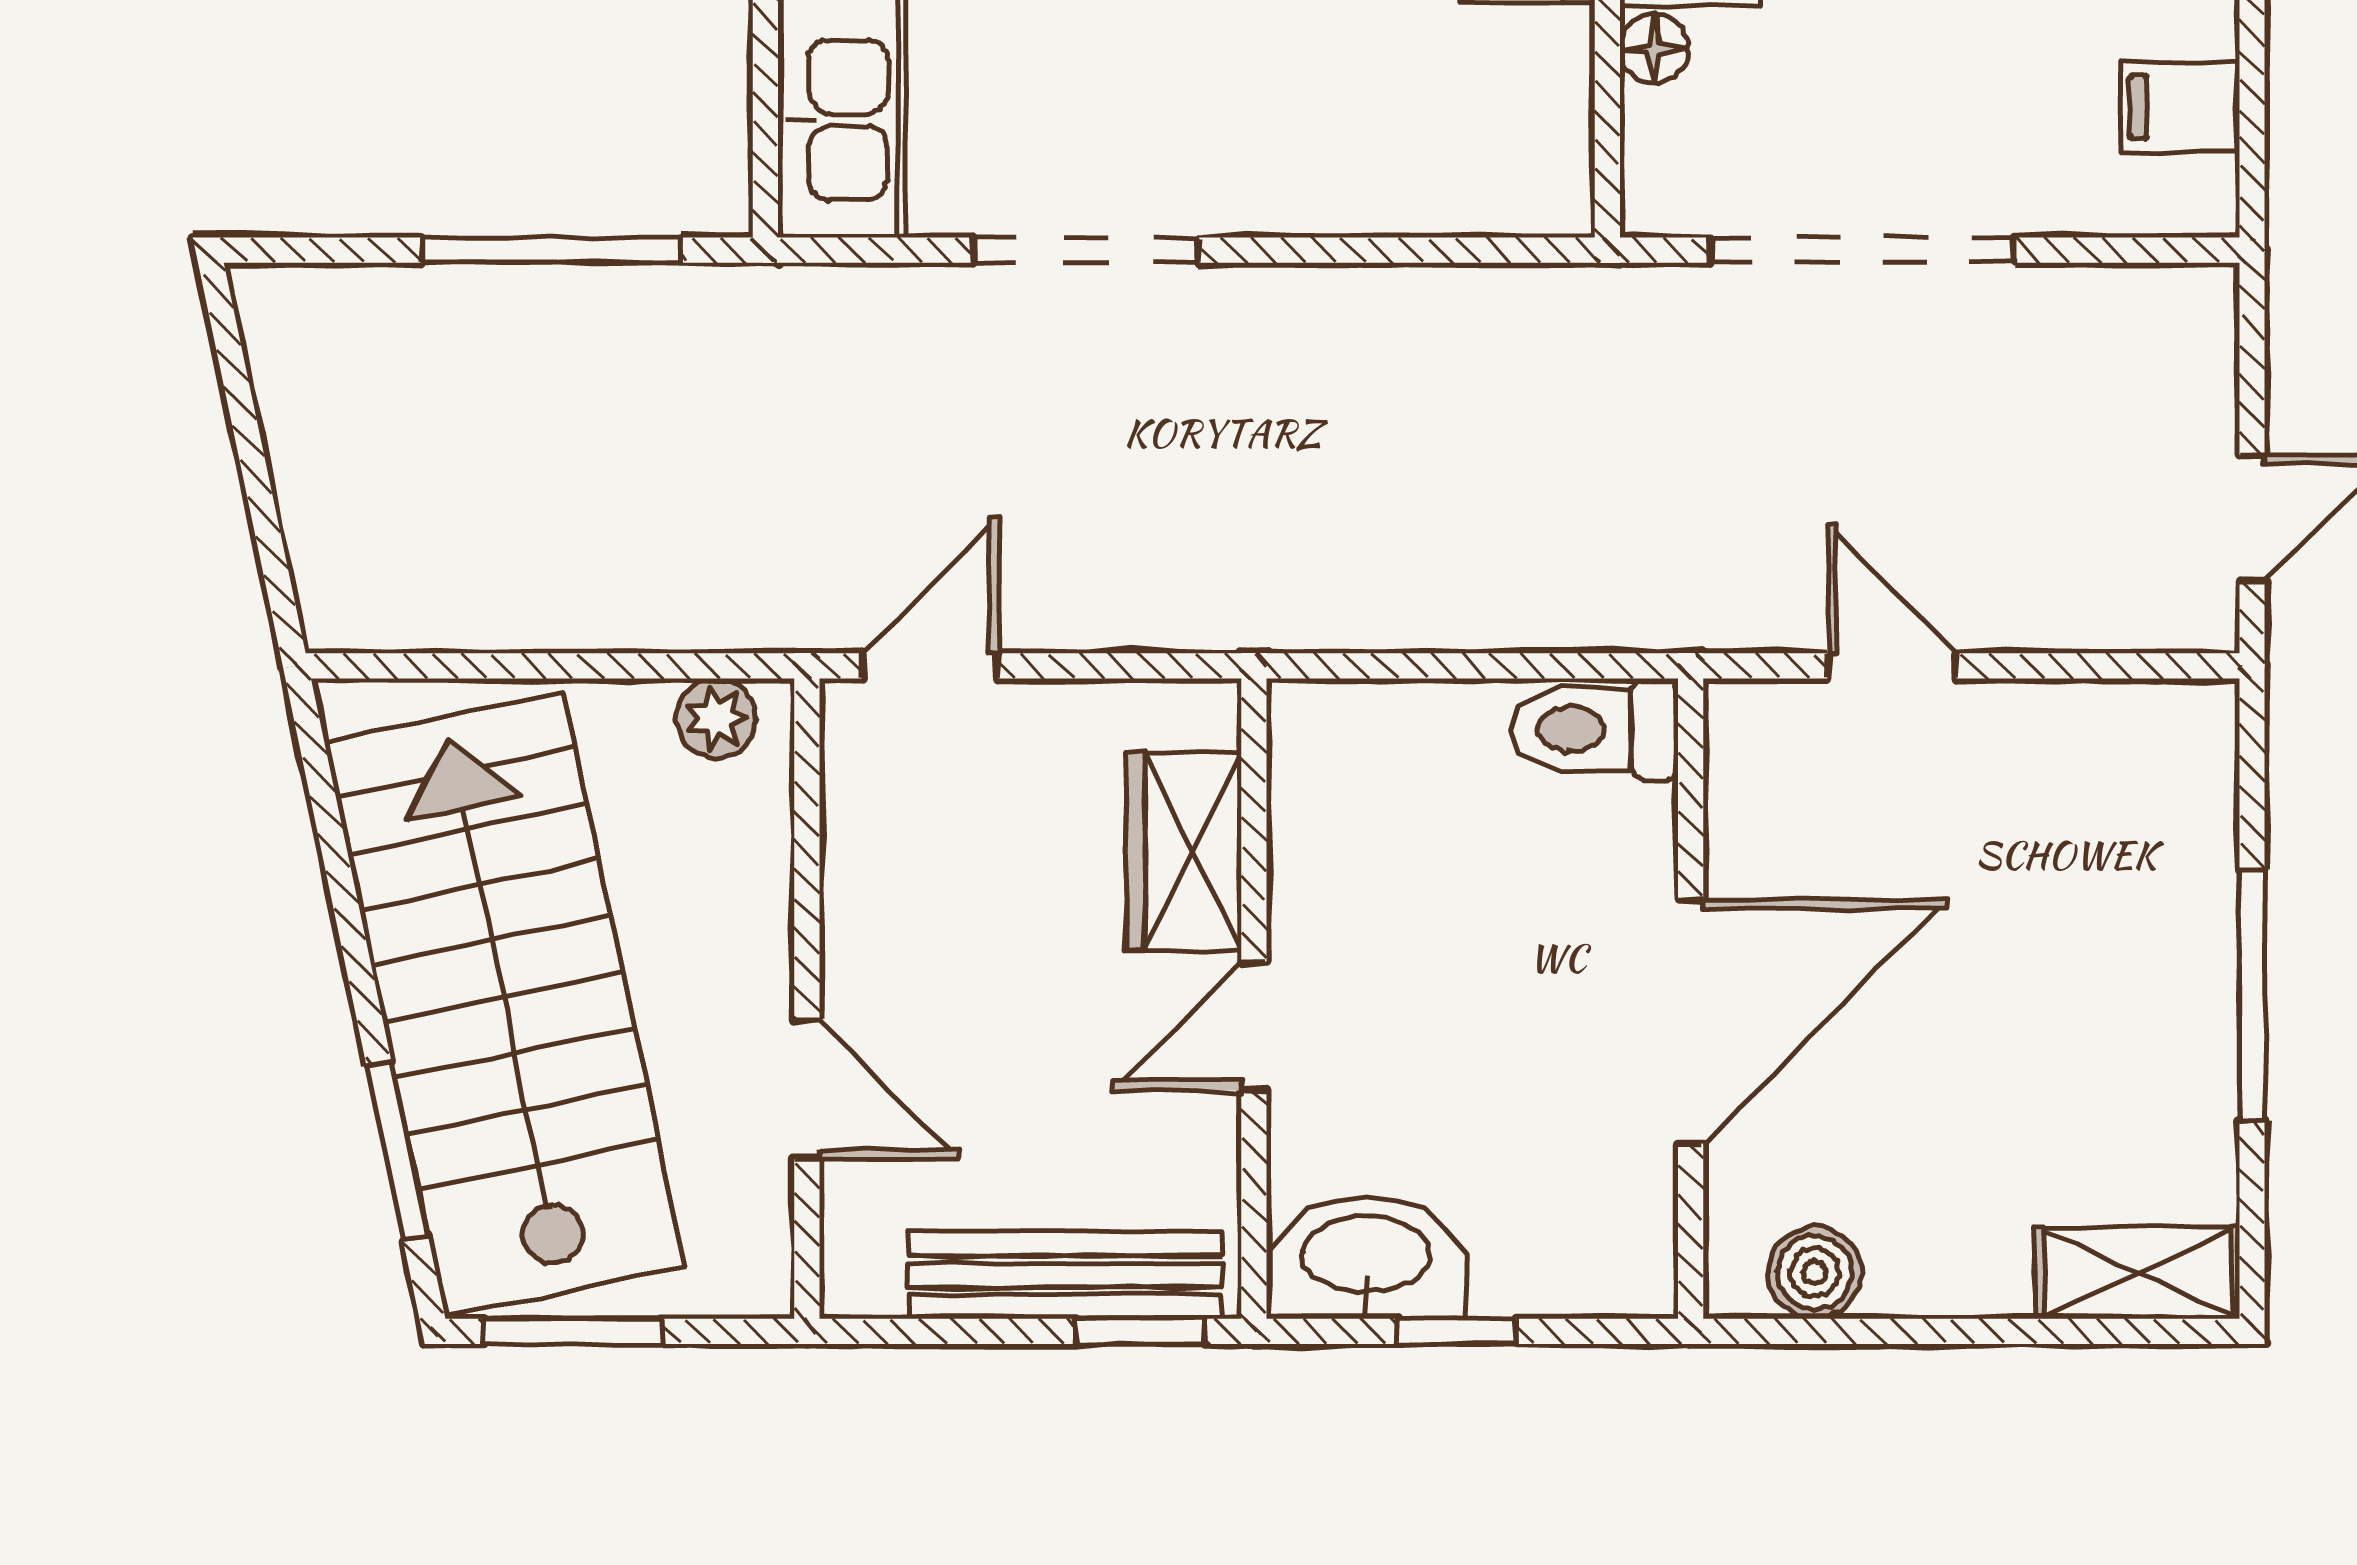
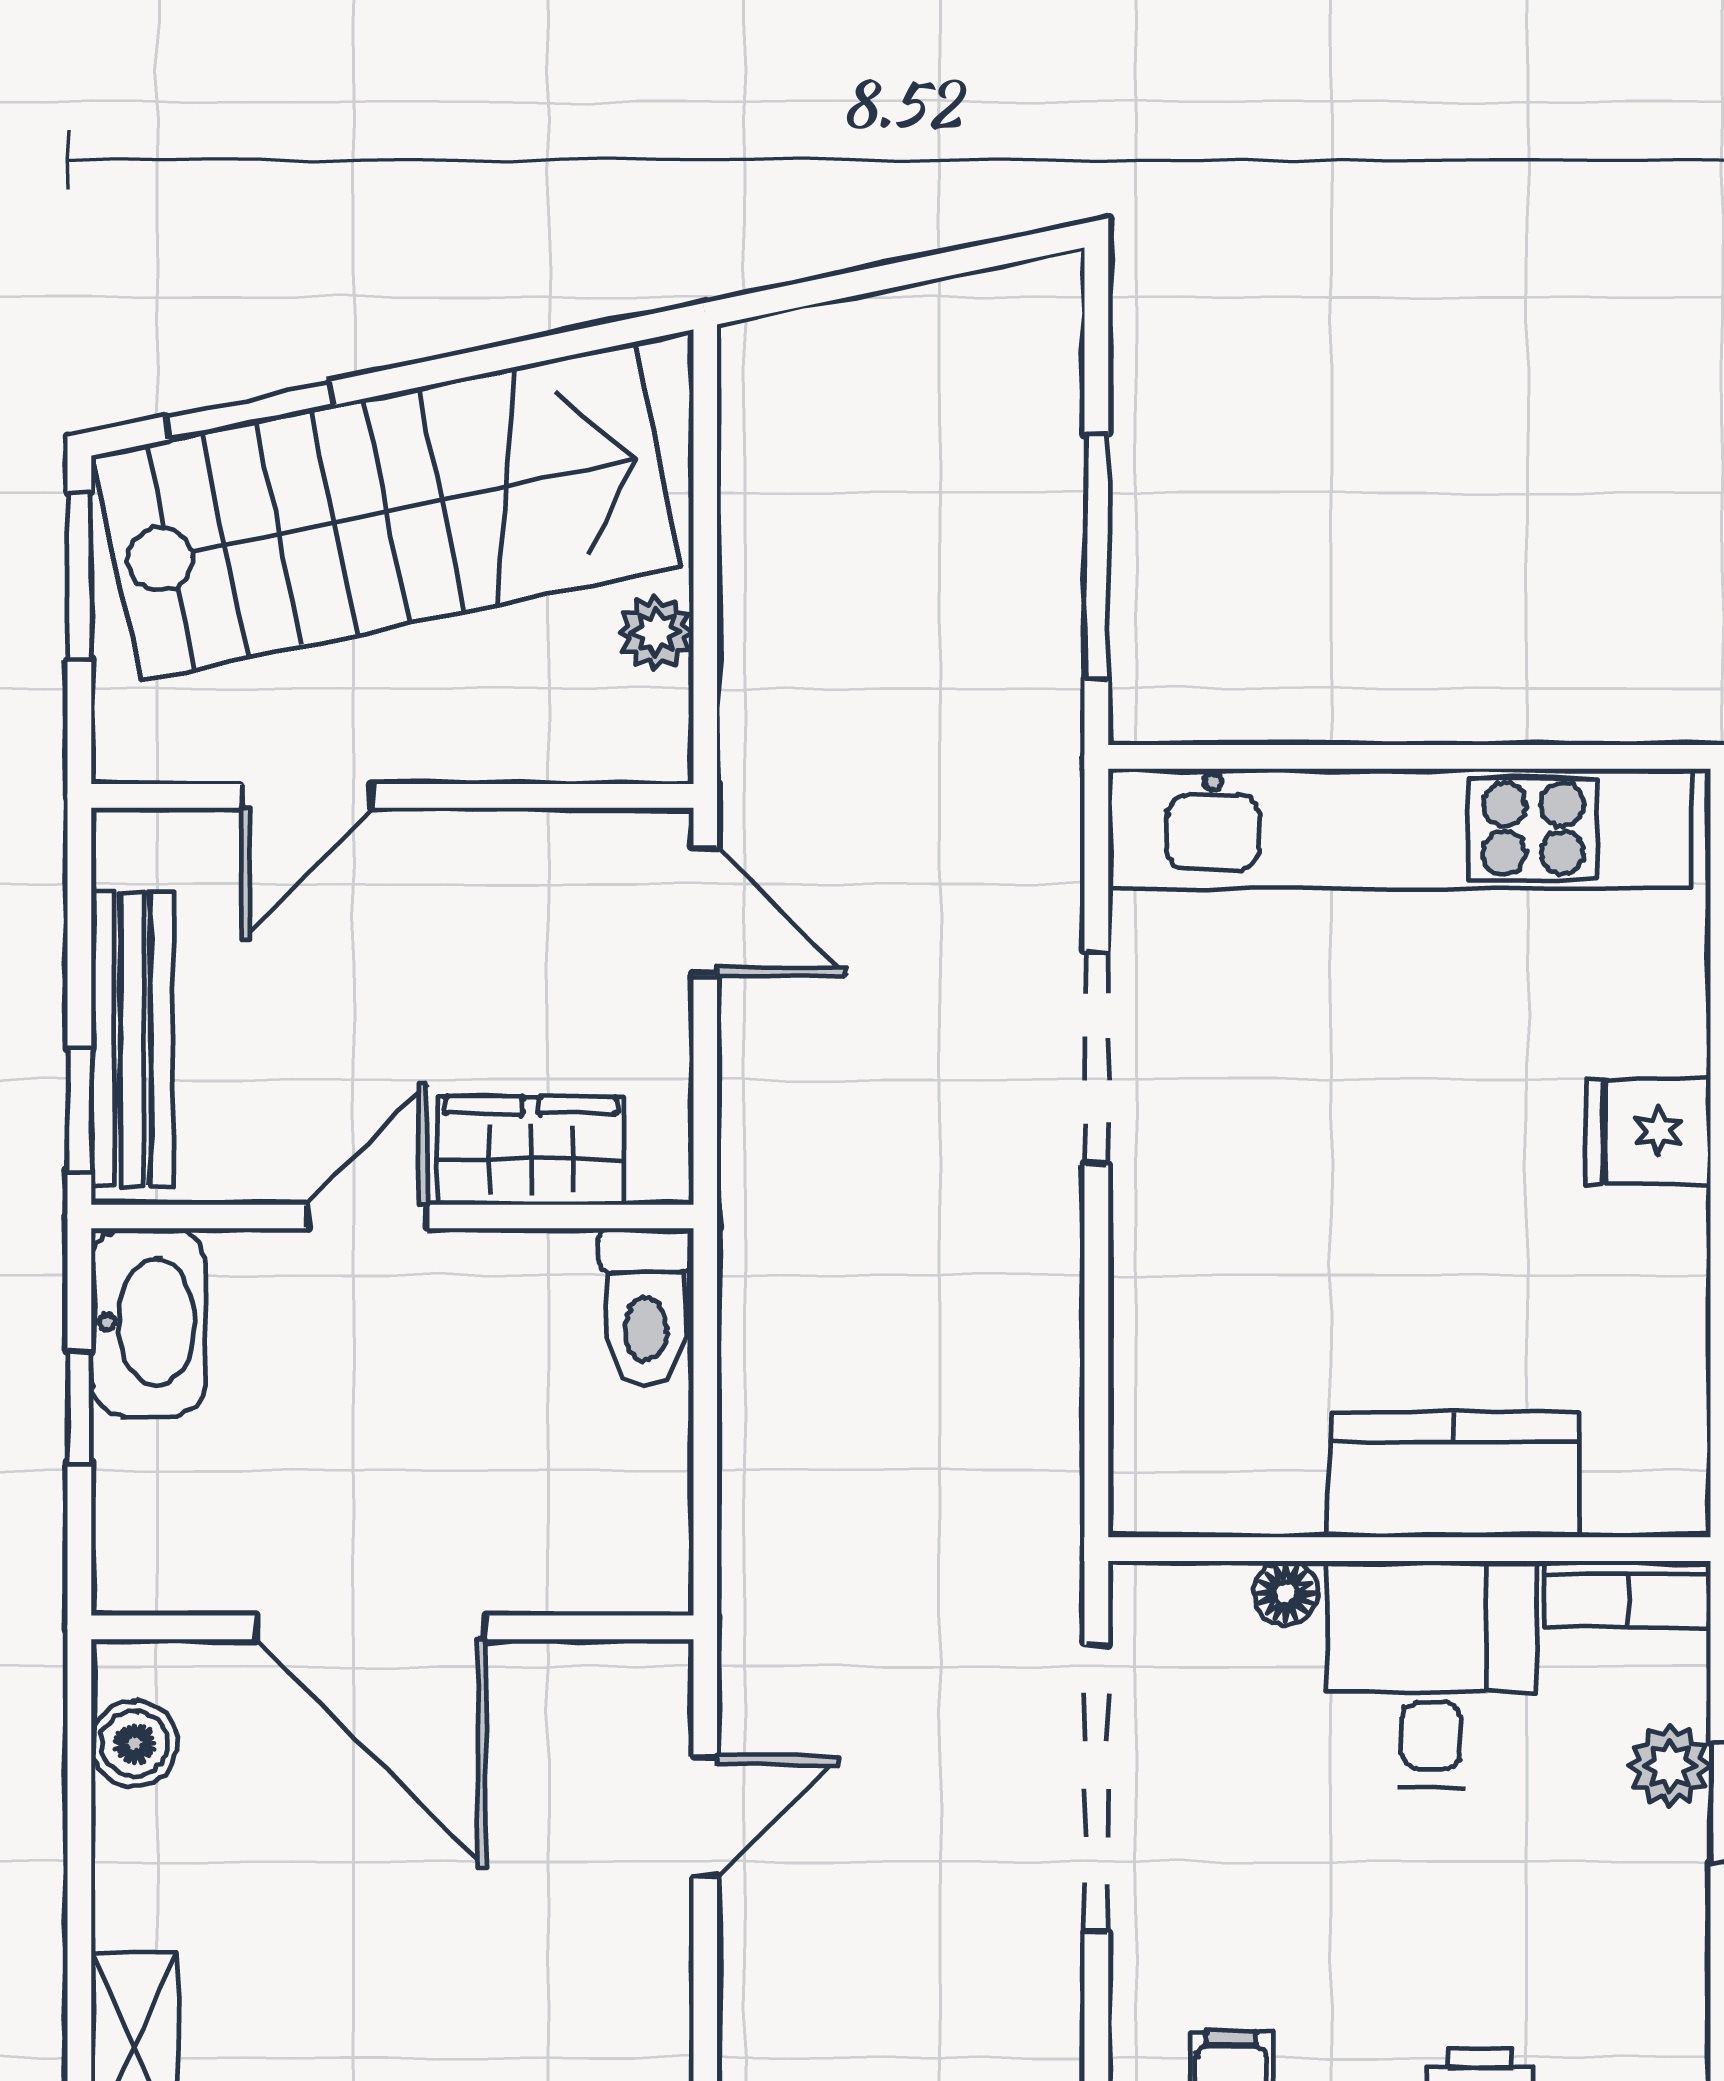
plant: (716, 718) -> (656, 632), moved
toilet: (1594, 729) -> (646, 1307), moved, turned 180
door: (1254, 1026) -> (367, 1216), hinge flipped

